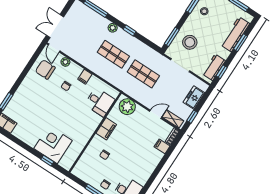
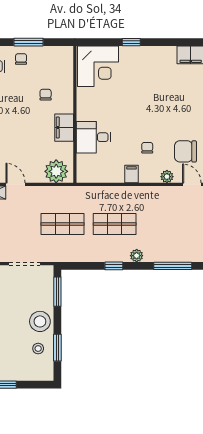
stool: (190, 42) -> (40, 321), moved
chair: (45, 69) -> (185, 151), turned 180
desk: (100, 102) -> (94, 137), moved
door: (156, 114) -> (16, 184), swing flipped
corner desk: (53, 144) -> (98, 66), moved
window: (47, 161) -> (131, 42), moved

